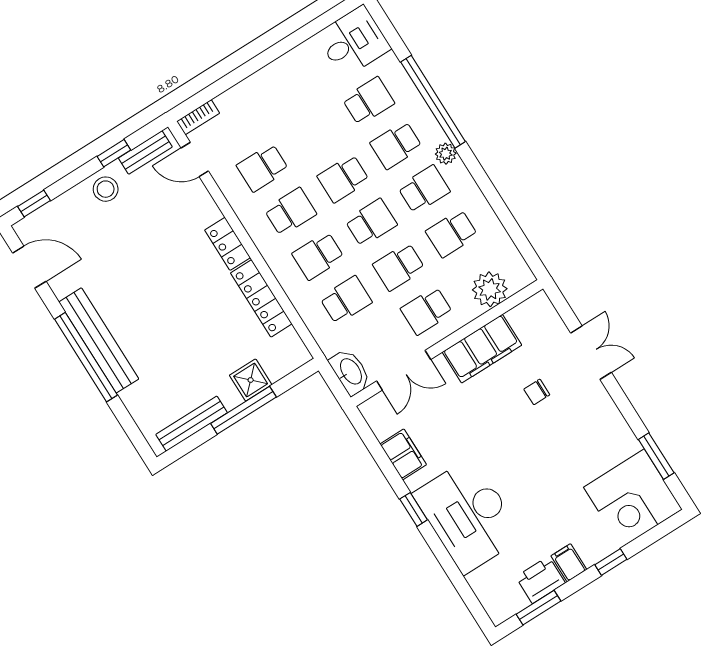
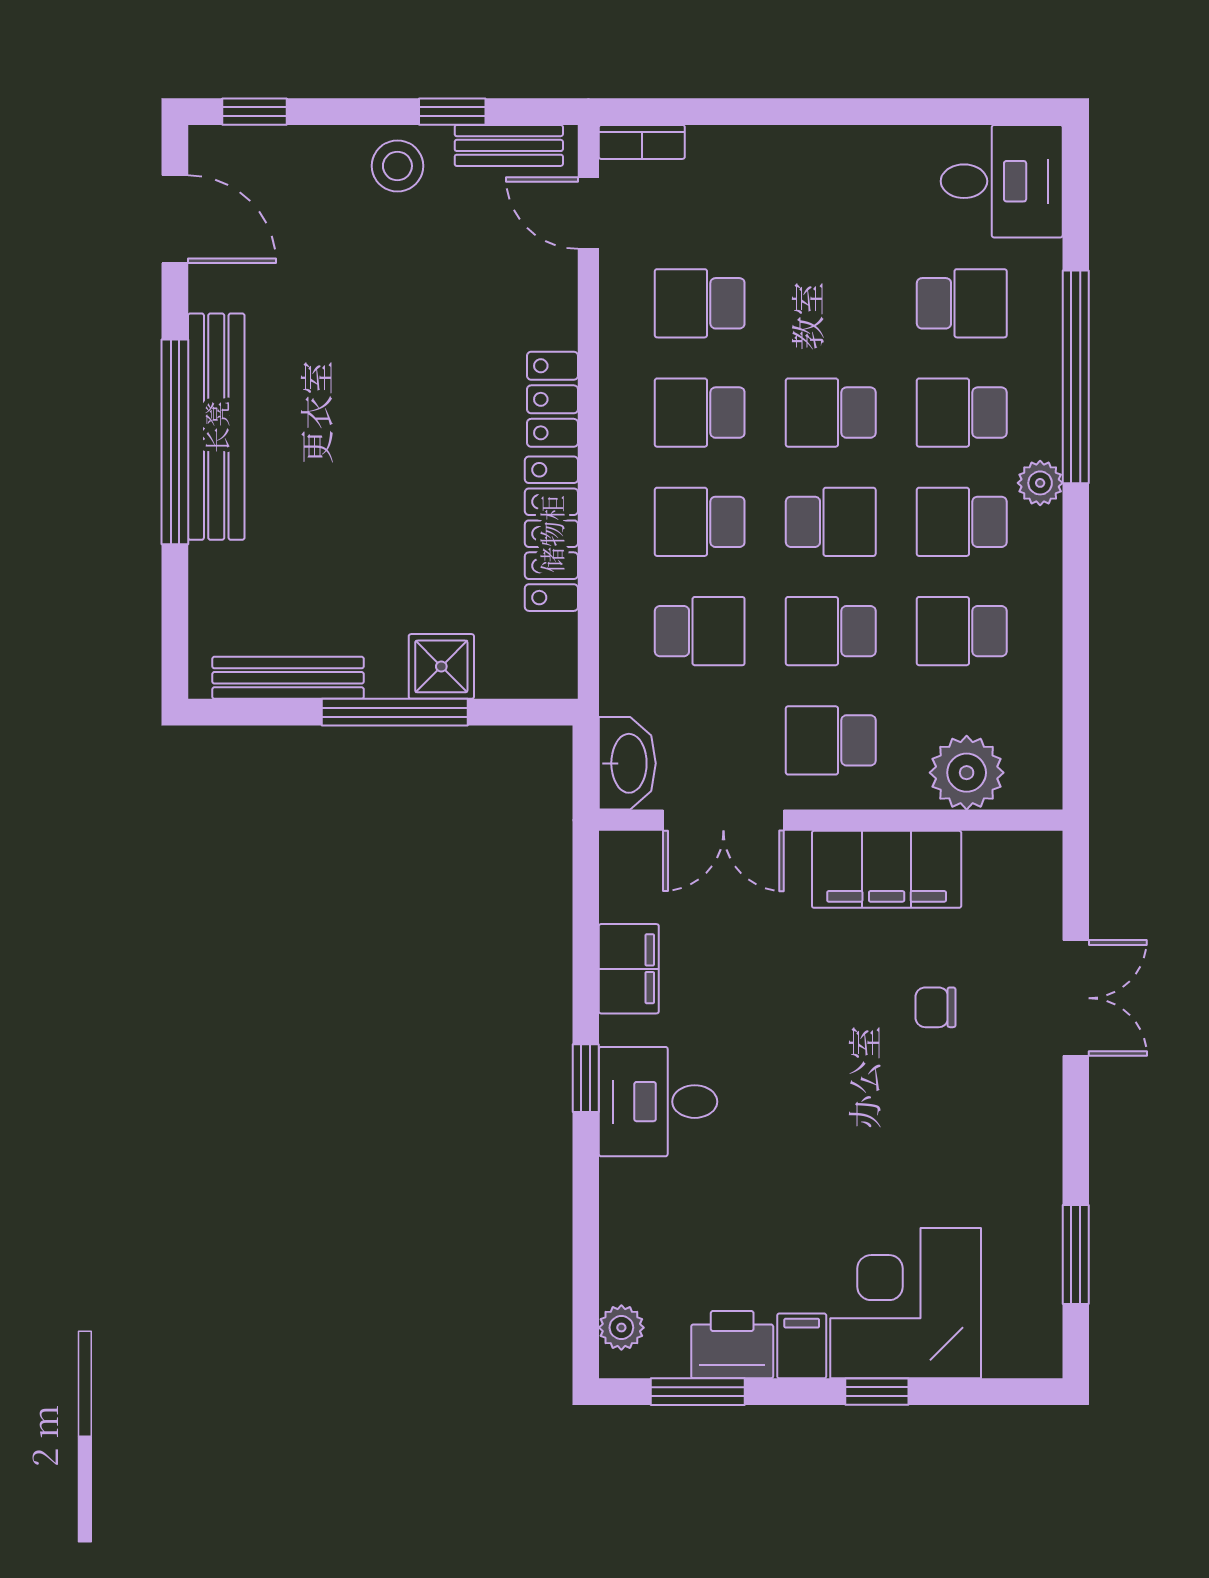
school desk: (424, 189) -> (962, 522), turned 180
school desk: (290, 212) -> (700, 413), turned 180
corner desk: (633, 498) -> (906, 1303), moved, turned 90
desk: (468, 515) -> (658, 1102), width x0.53, depth x0.77
plant: (491, 601) -> (621, 1328), added

